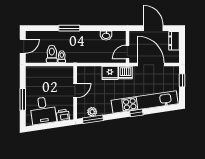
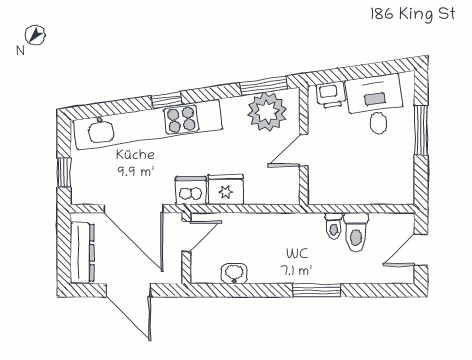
dresser: (174, 41) -> (82, 253), width x1.44
plant: (92, 112) -> (267, 112), width x1.87, depth x1.87

